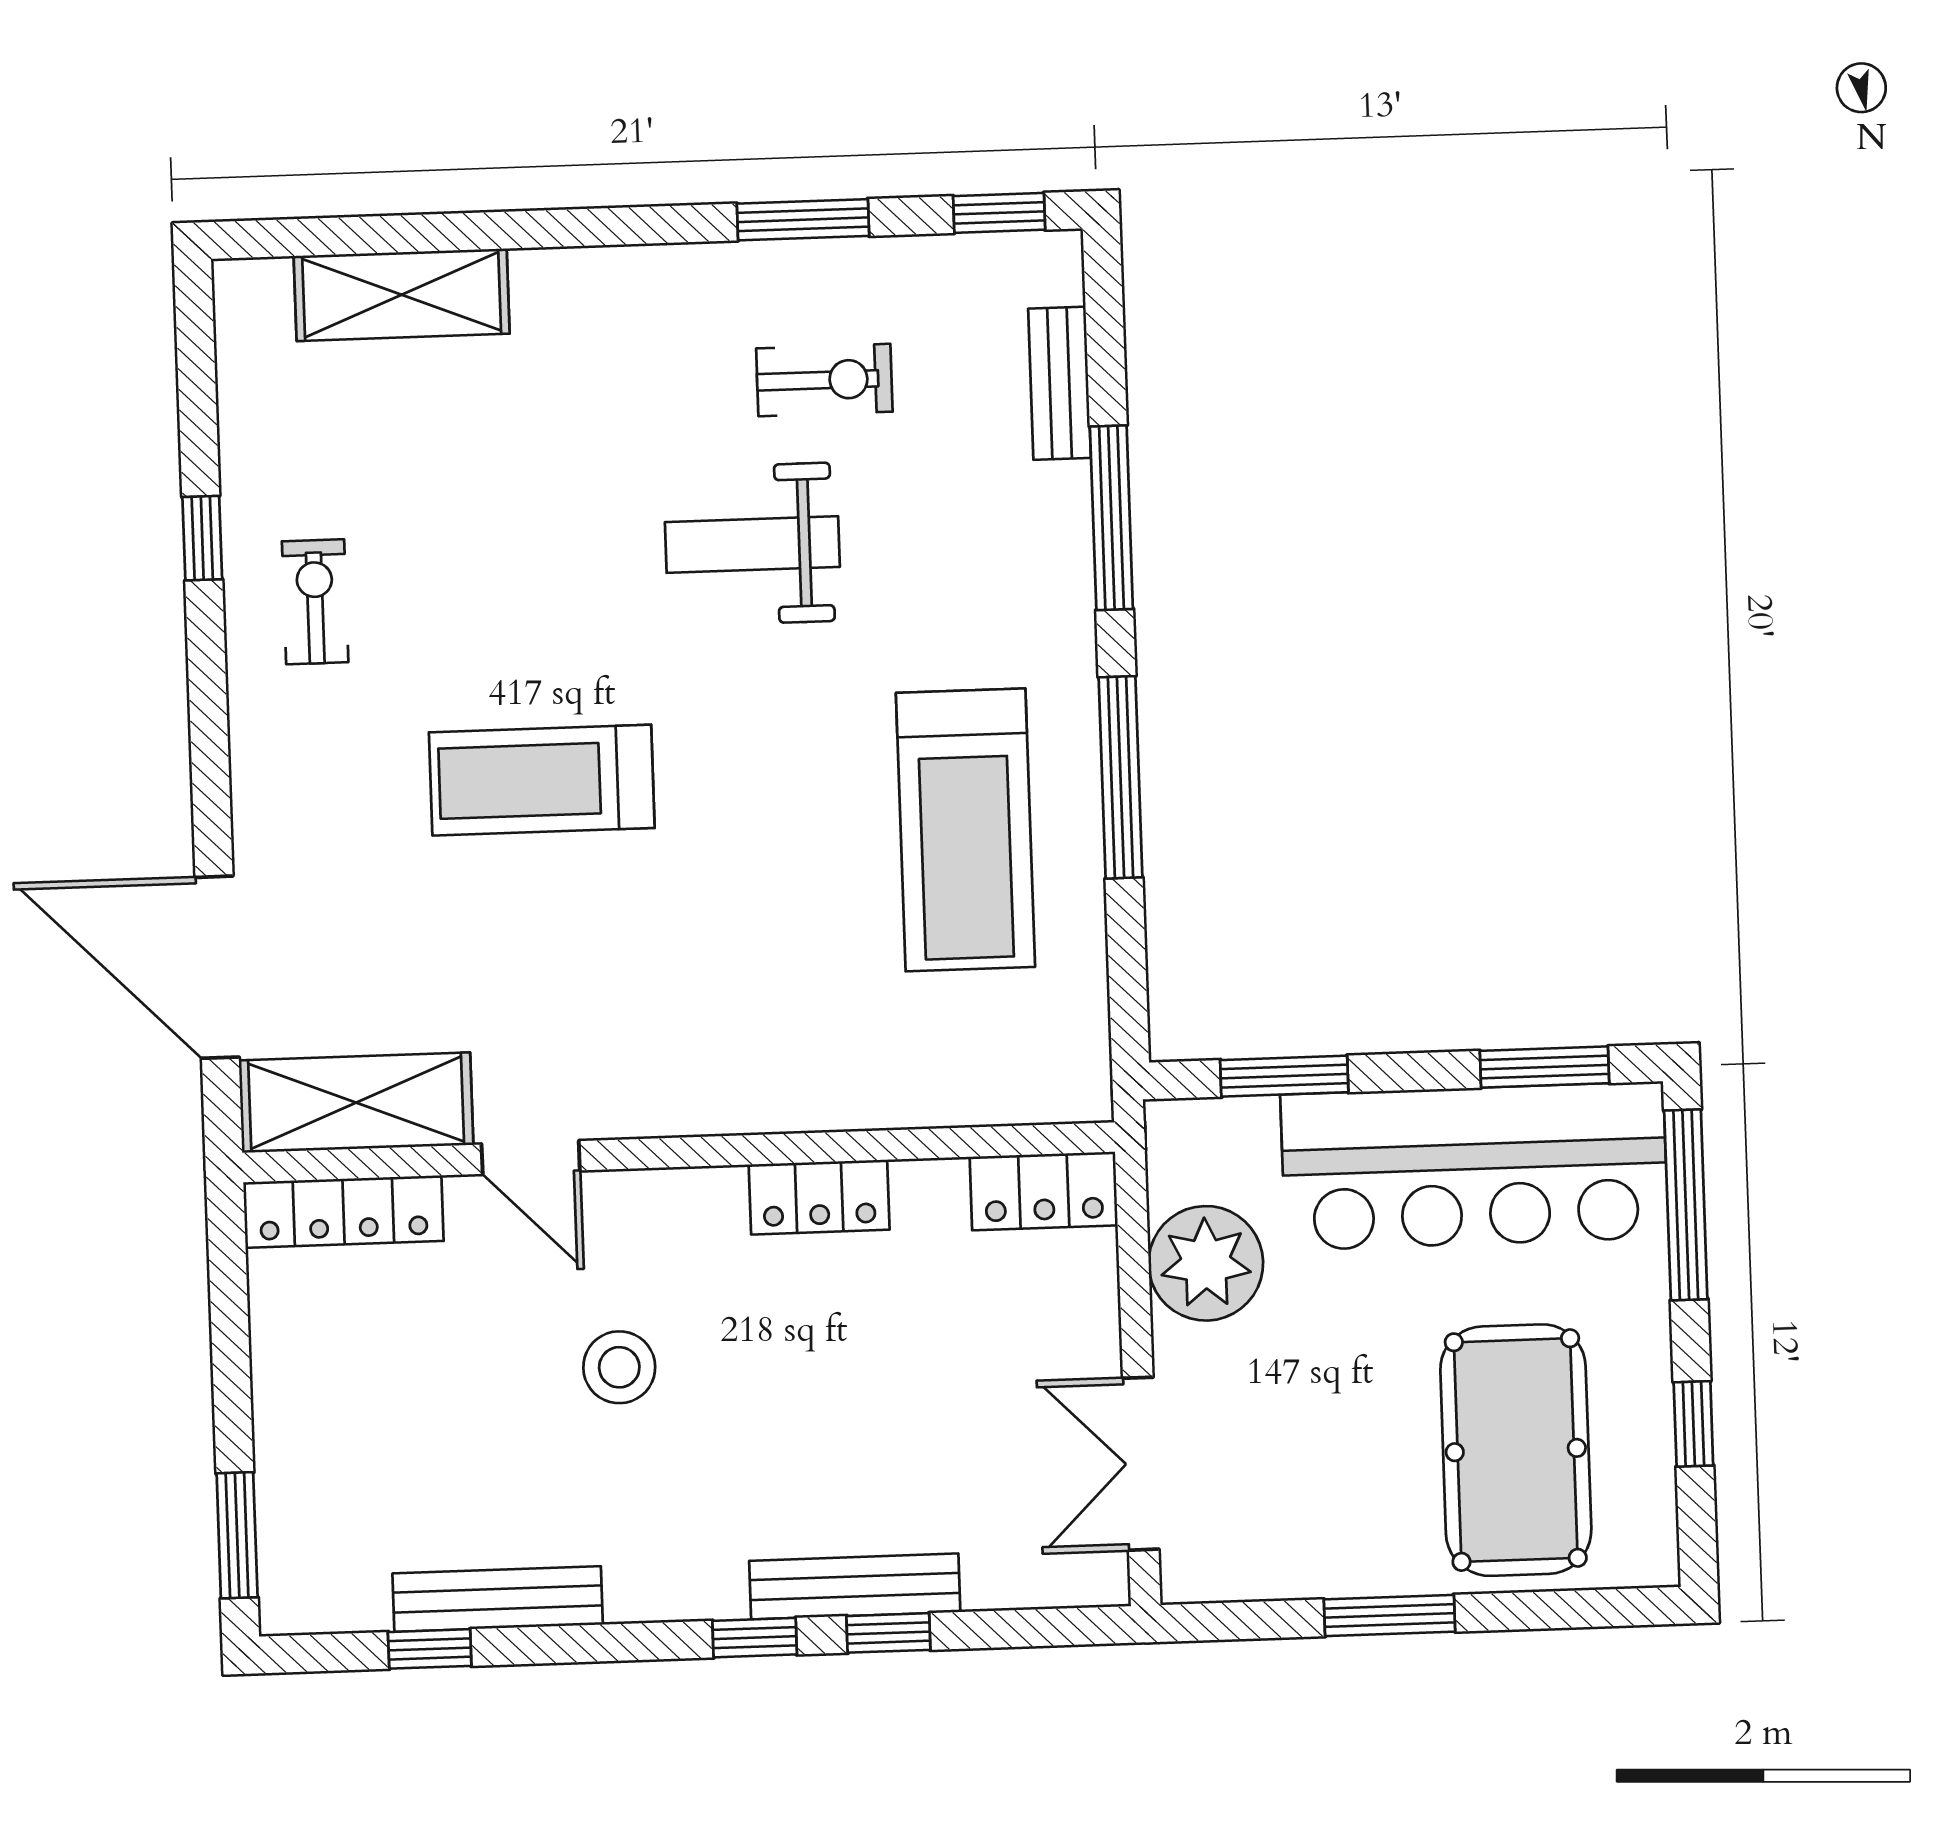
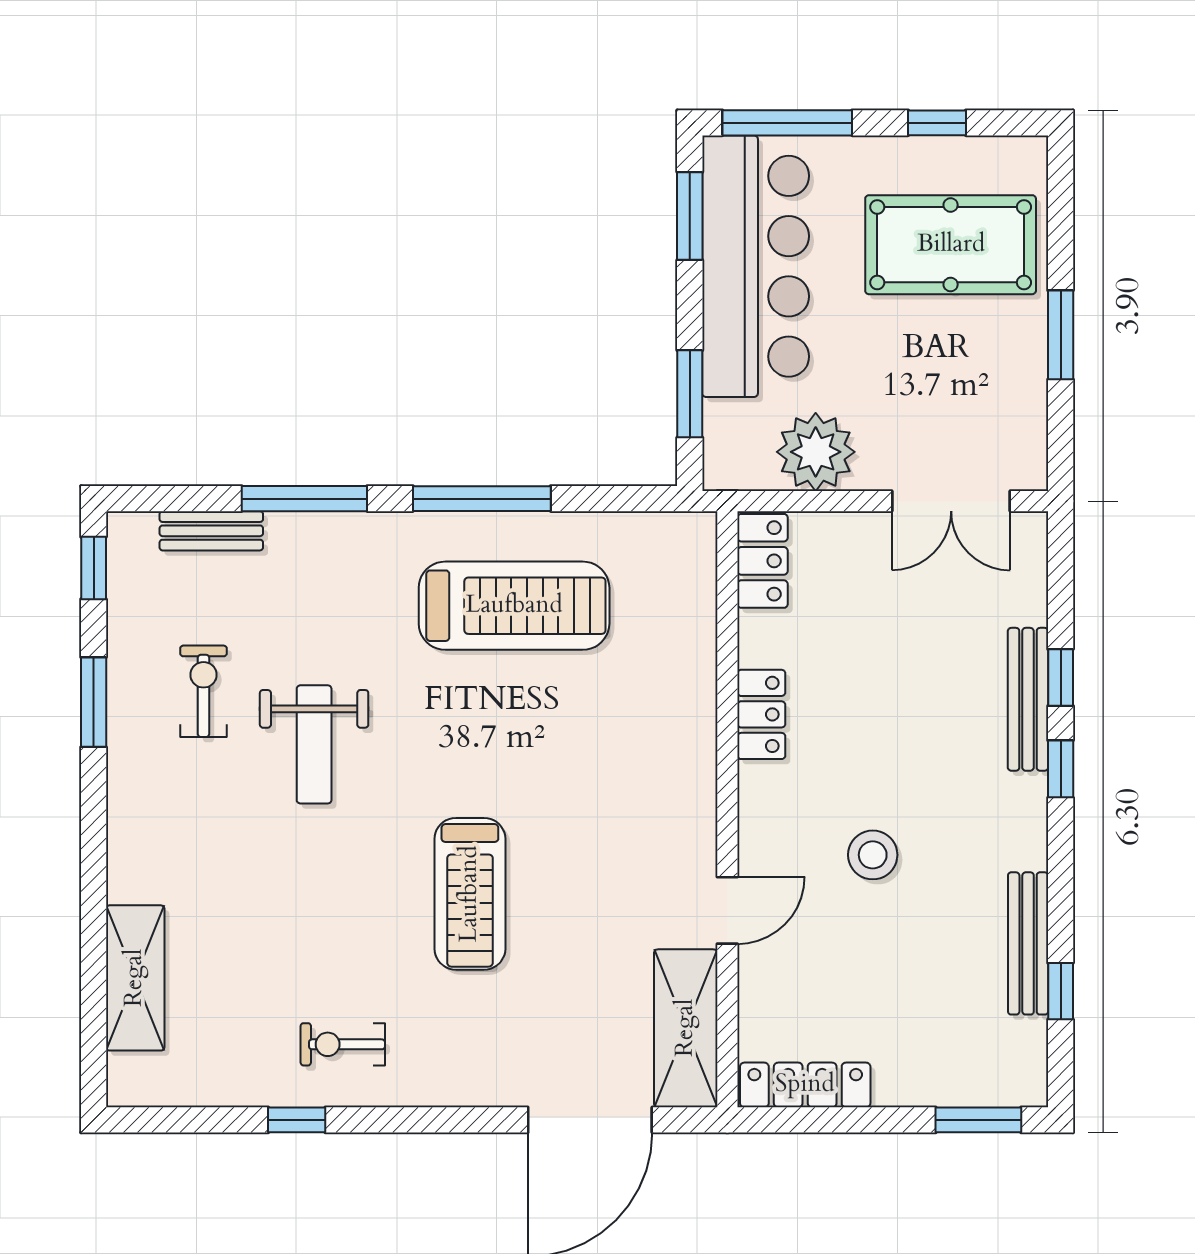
locker: (343, 1212) -> (805, 1085), moved, turned -90

